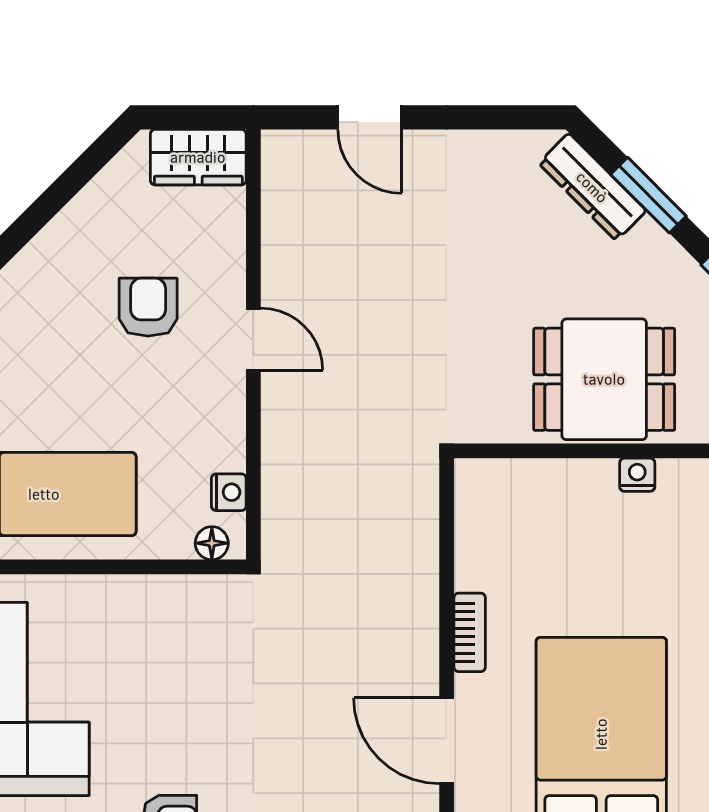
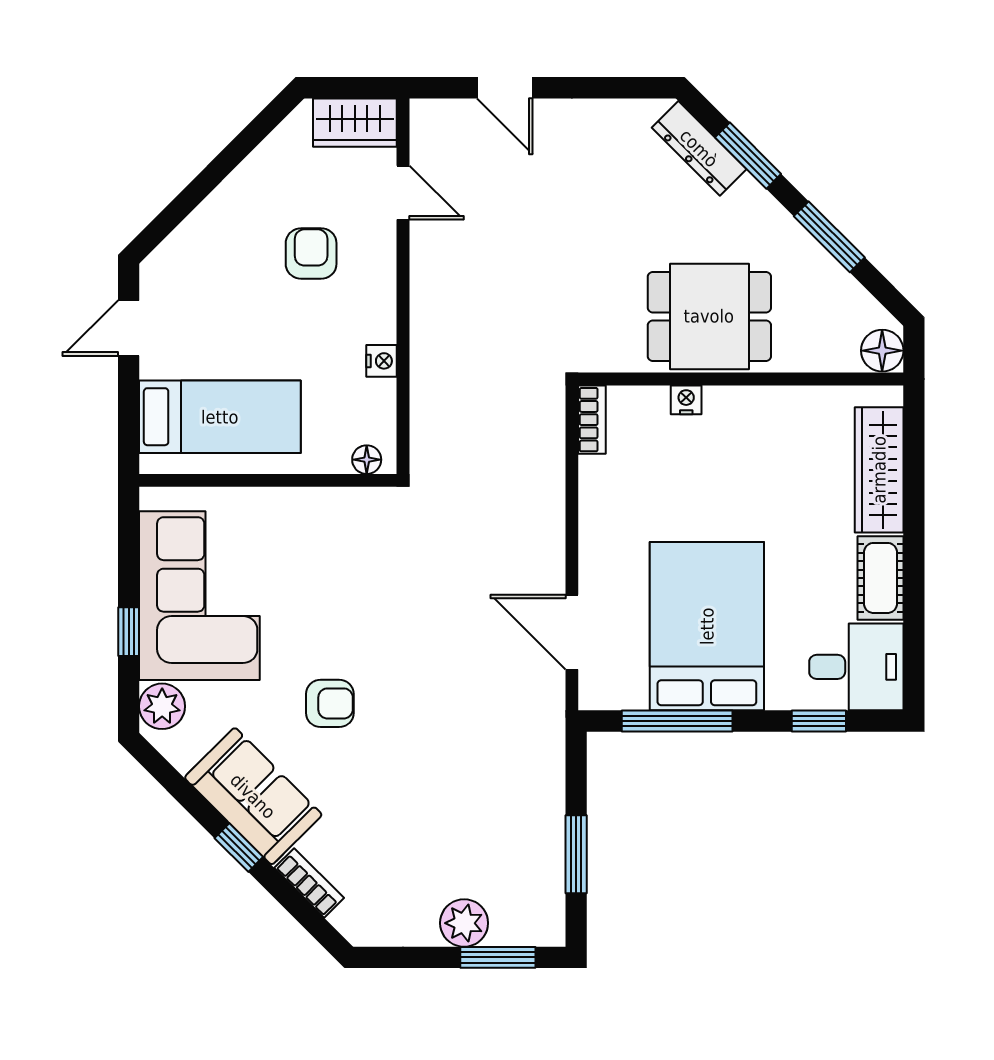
door: (253, 339) -> (403, 193), moved
nightstand: (637, 475) -> (686, 400), moved
nightstand: (229, 492) -> (382, 361), moved
bookcase: (470, 632) -> (592, 420), moved

